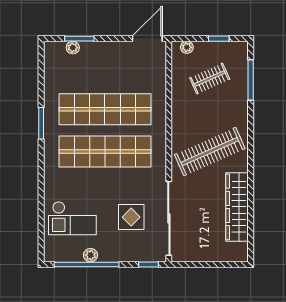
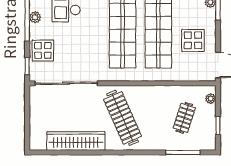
display table: (118, 68) -> (193, 40), added
clothes rail: (210, 78) -> (184, 118), turned 42
display table: (131, 217) -> (43, 50), moved

